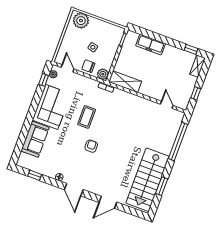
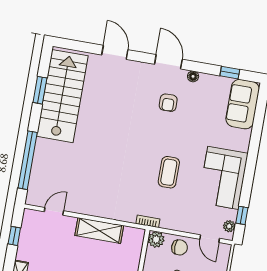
shelving: (125, 82) -> (99, 230), moved
door: (167, 105) -> (54, 211), swing flipped
sofa: (35, 139) -> (243, 104), moved
armchair: (91, 146) -> (168, 103), moved
door: (108, 202) -> (115, 52), hinge flipped

